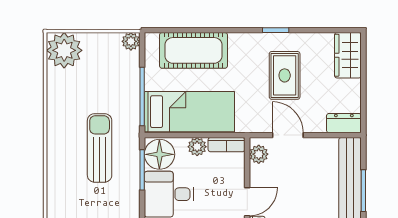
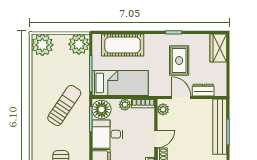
plant: (131, 41) -> (79, 44), width x1.87, depth x1.87
dresser: (344, 123) -> (203, 90), moved
sun lounger: (100, 148) -> (64, 105), turned 34

